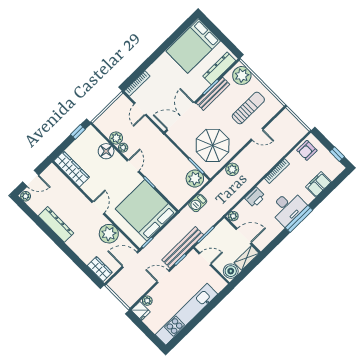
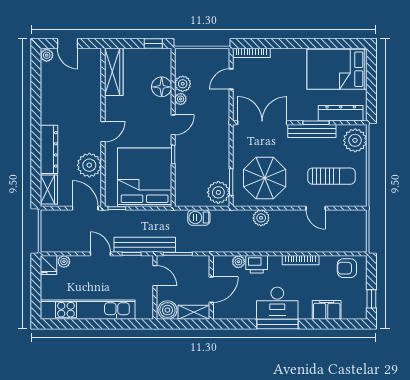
plant: (233, 216) -> (238, 262), moved
dresser: (56, 224) -> (49, 149), moved
door: (244, 236) -> (211, 290), hinge flipped

